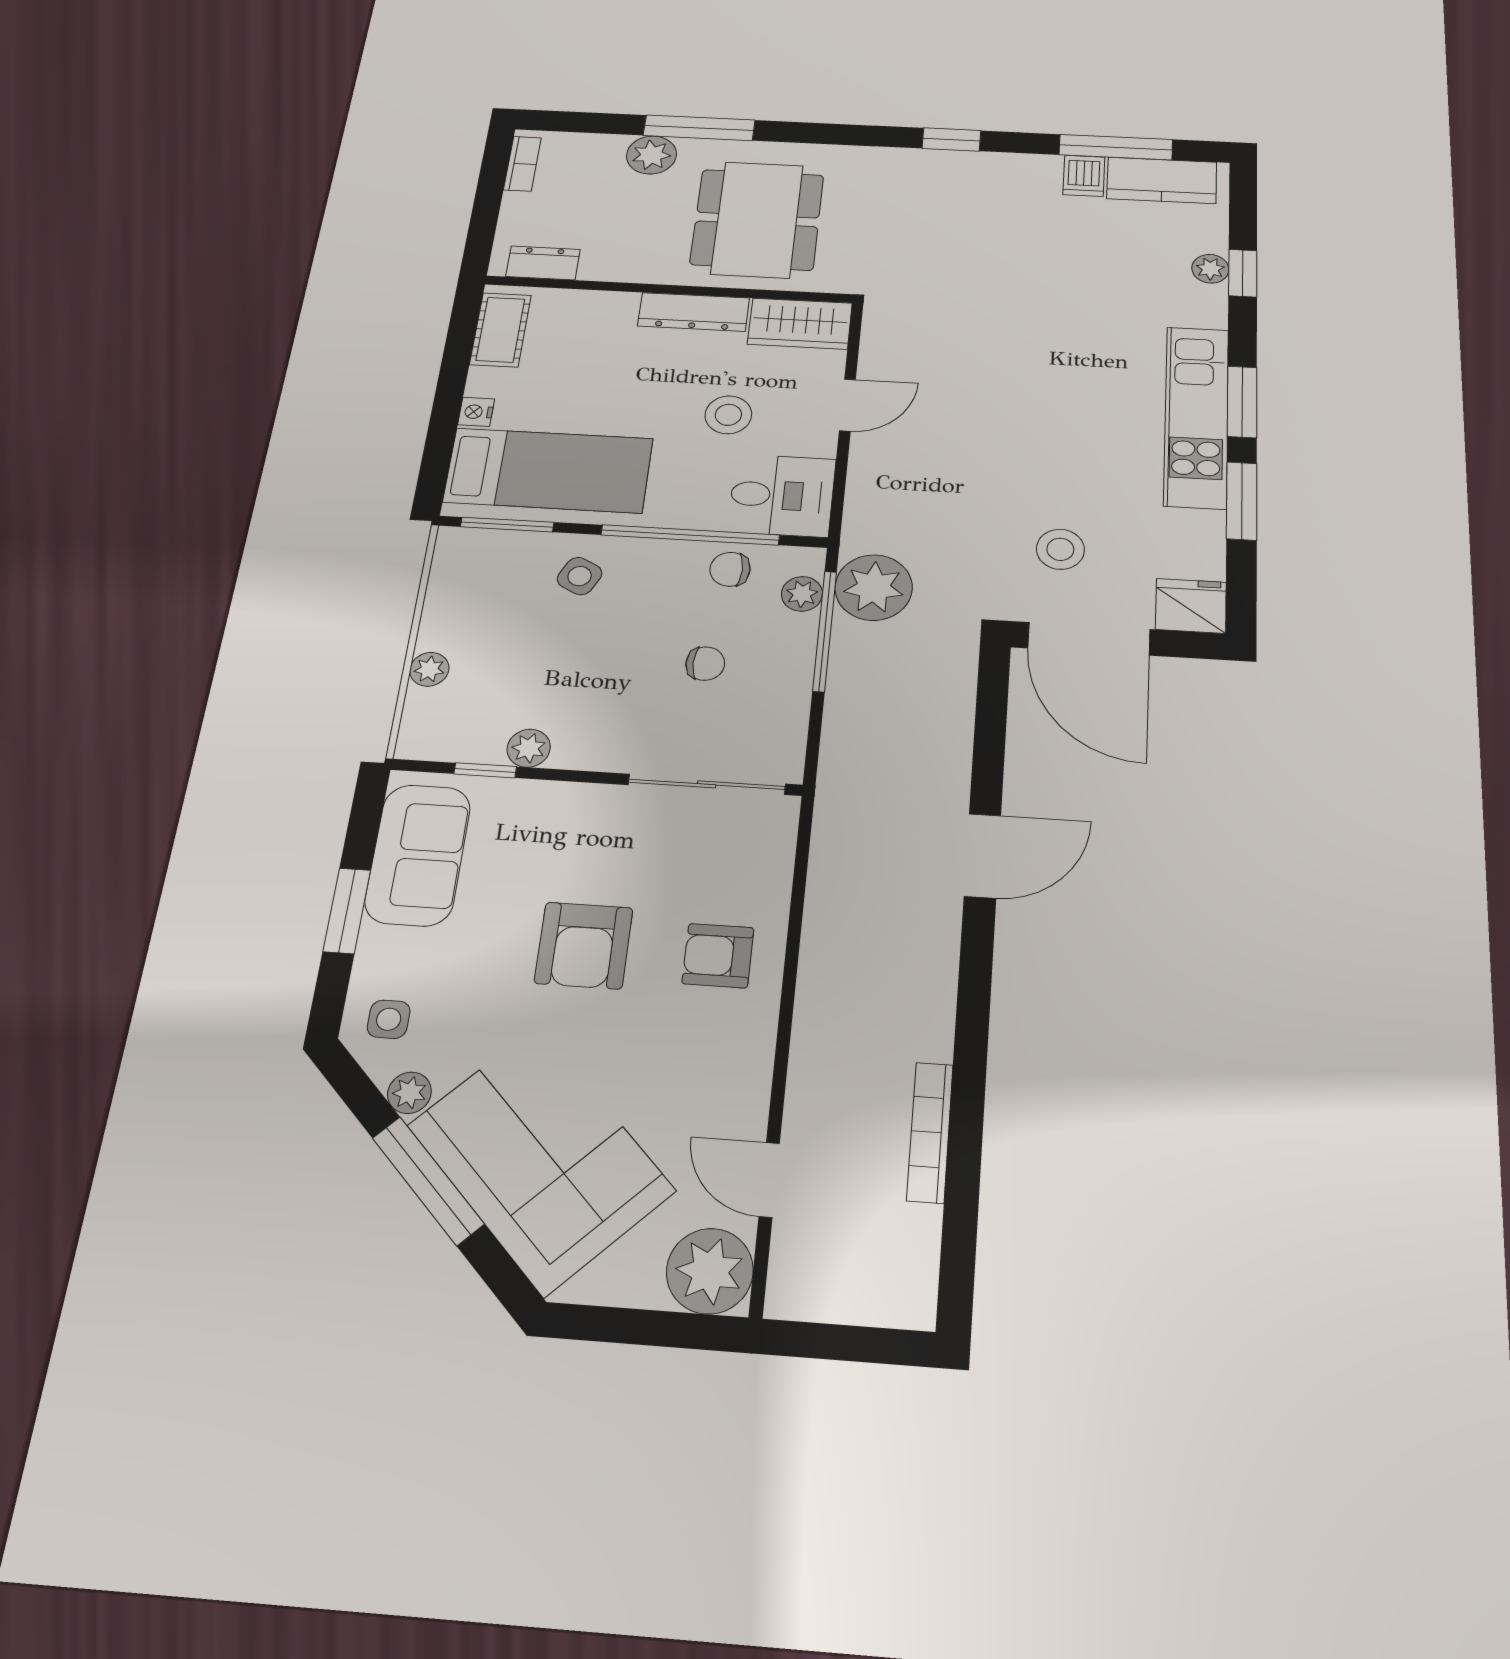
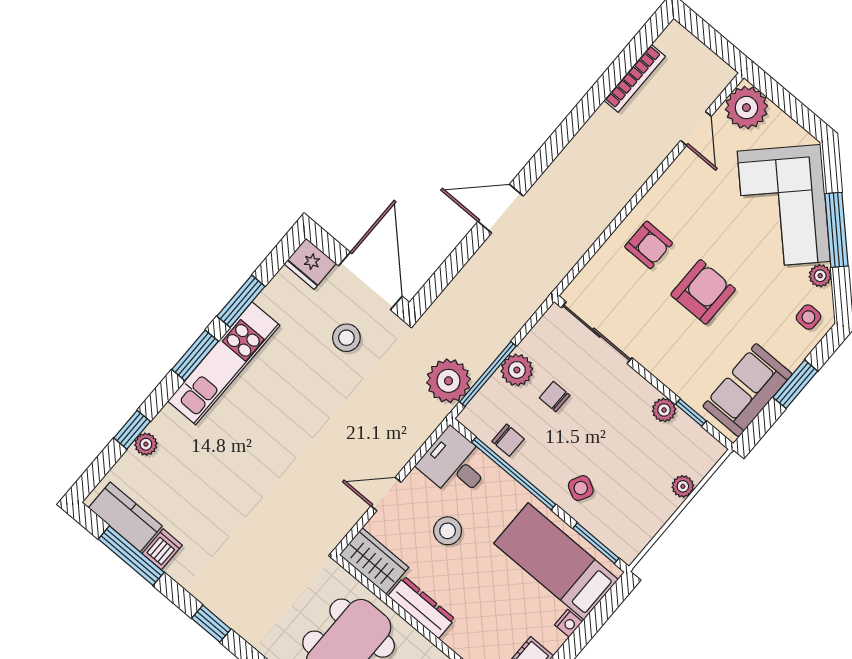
plant: (802, 594) -> (517, 370), moved, width x1.38, depth x1.38
bookcase: (930, 1132) -> (635, 78), moved

